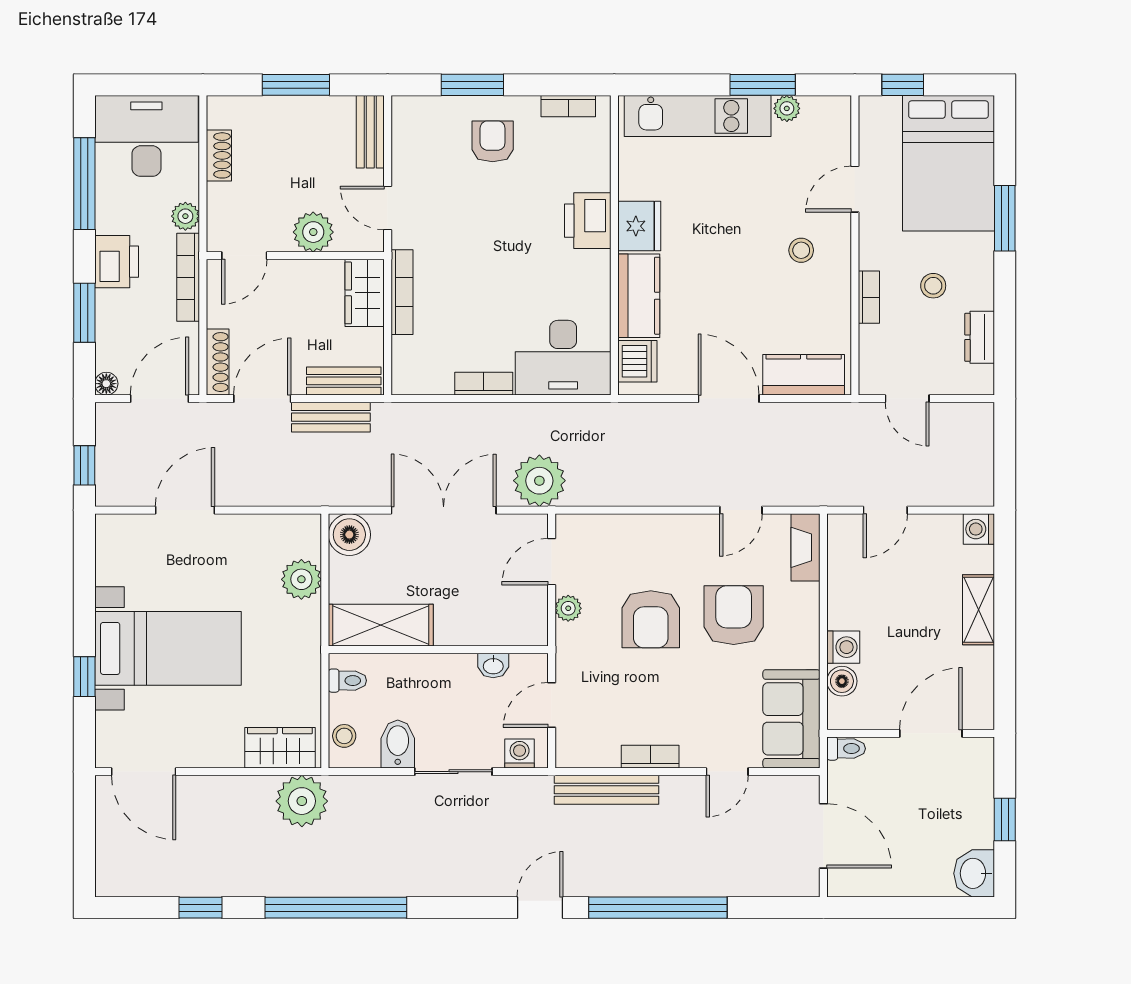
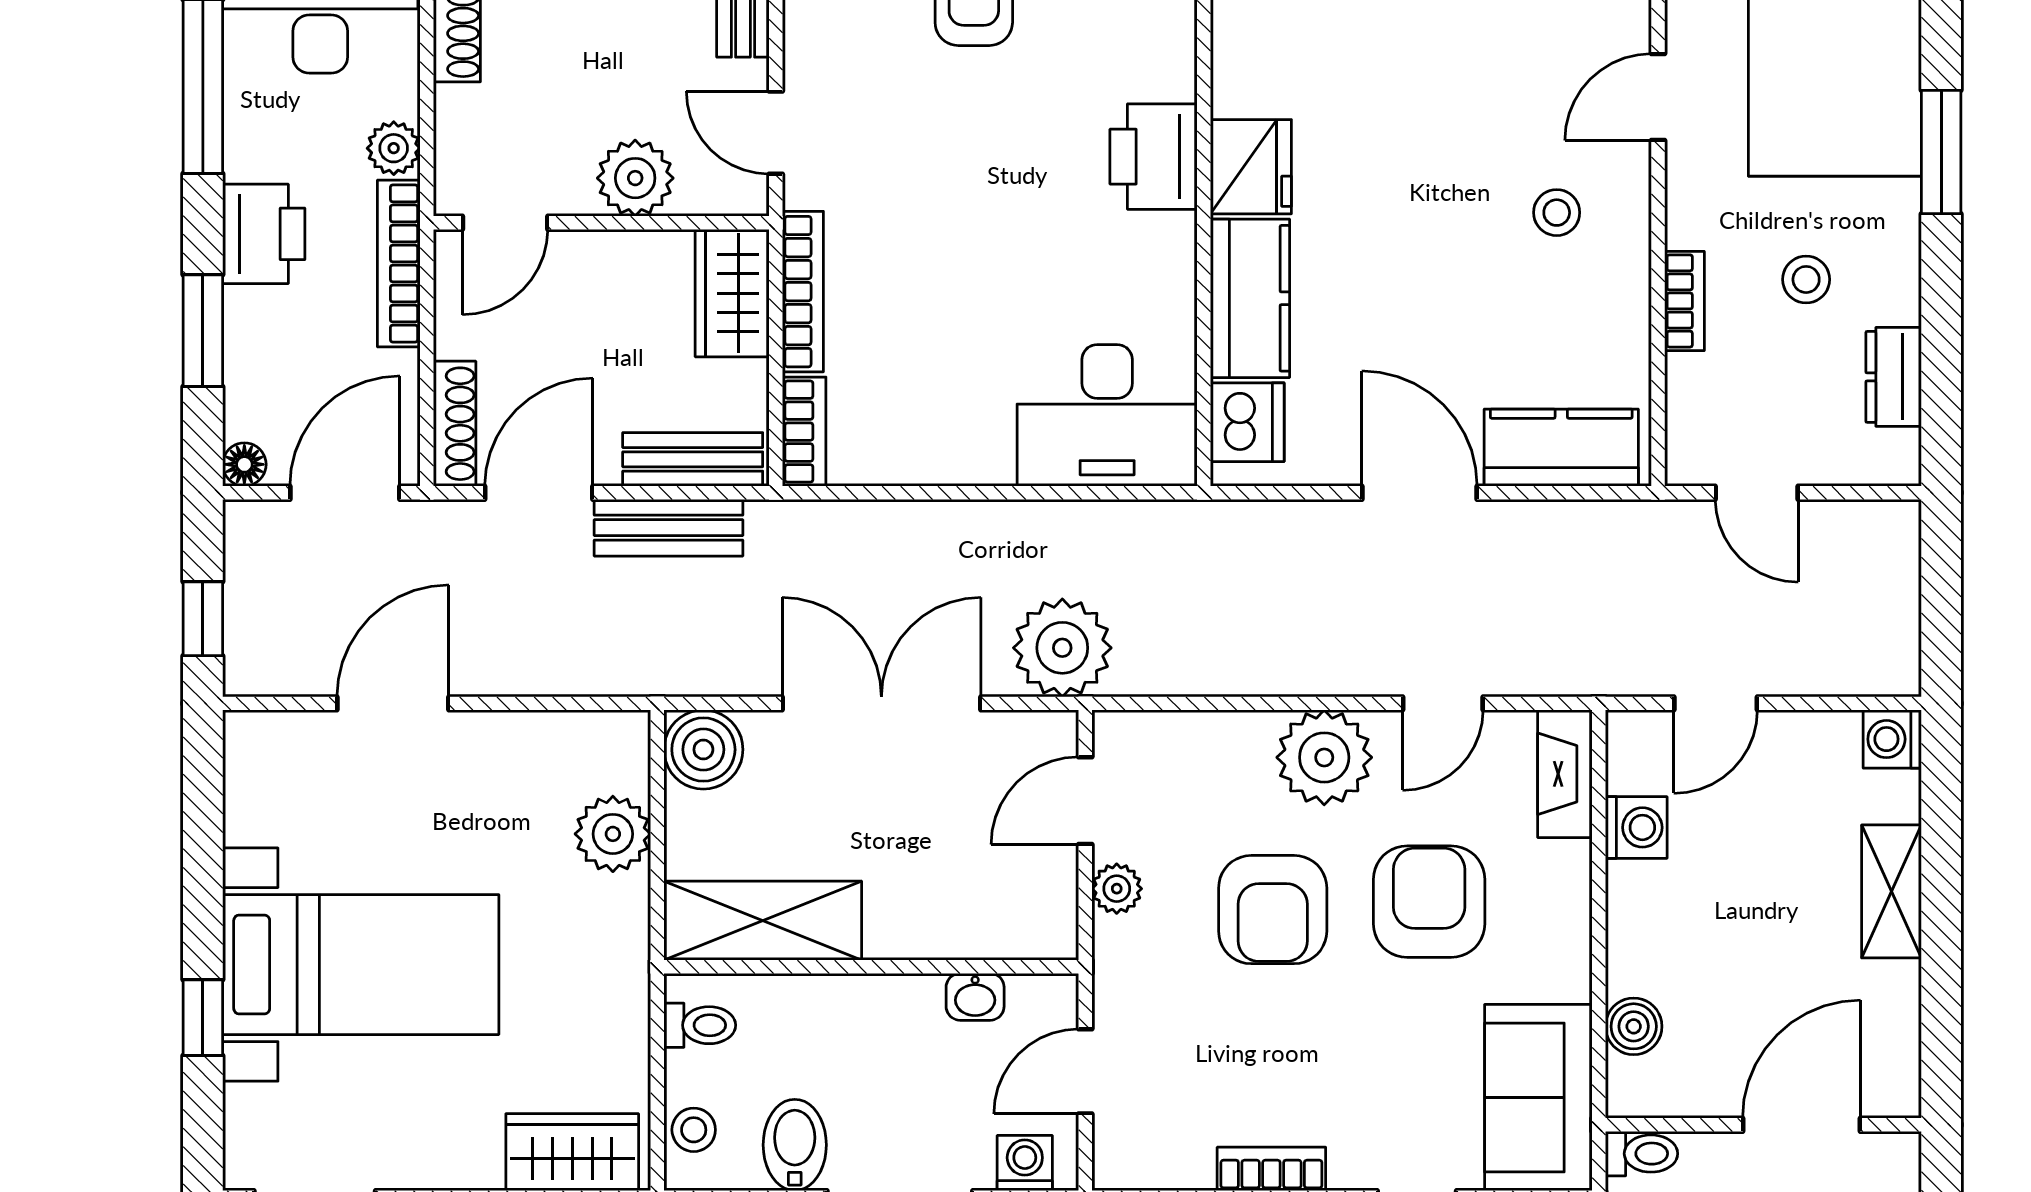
bookcase: (484, 384) -> (804, 432), moved, turned 90
plant: (678, 539) -> (1324, 757), added
washing machine: (843, 647) -> (1636, 827), moved

